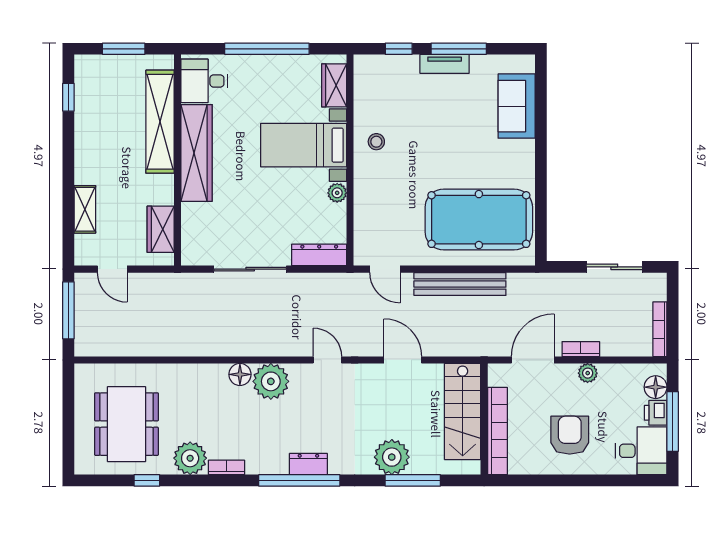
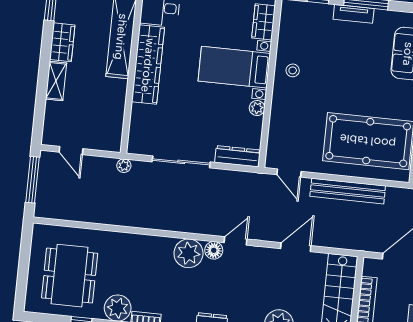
shelving: (85, 209) -> (56, 81), moved
wardrobe: (161, 229) -> (62, 42), moved, turned 180
plant: (180, 281) -> (124, 166), added
door: (327, 360) -> (235, 241), hinge flipped
door: (403, 360) -> (296, 247), hinge flipped
floor lamp: (240, 374) -> (214, 250), moved

